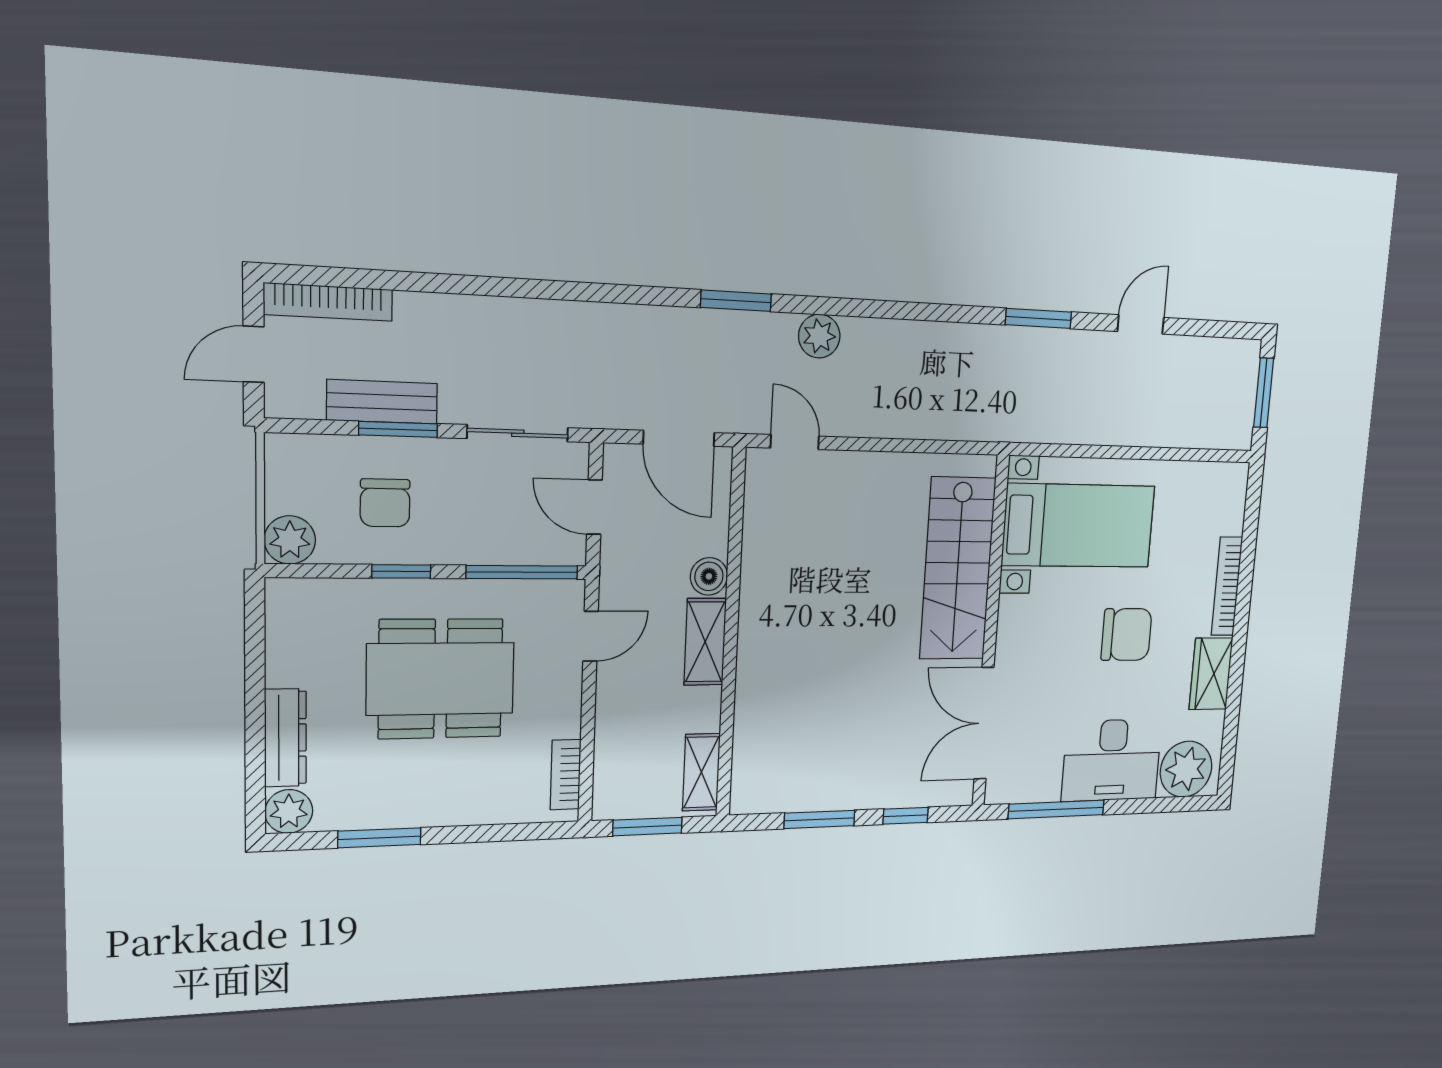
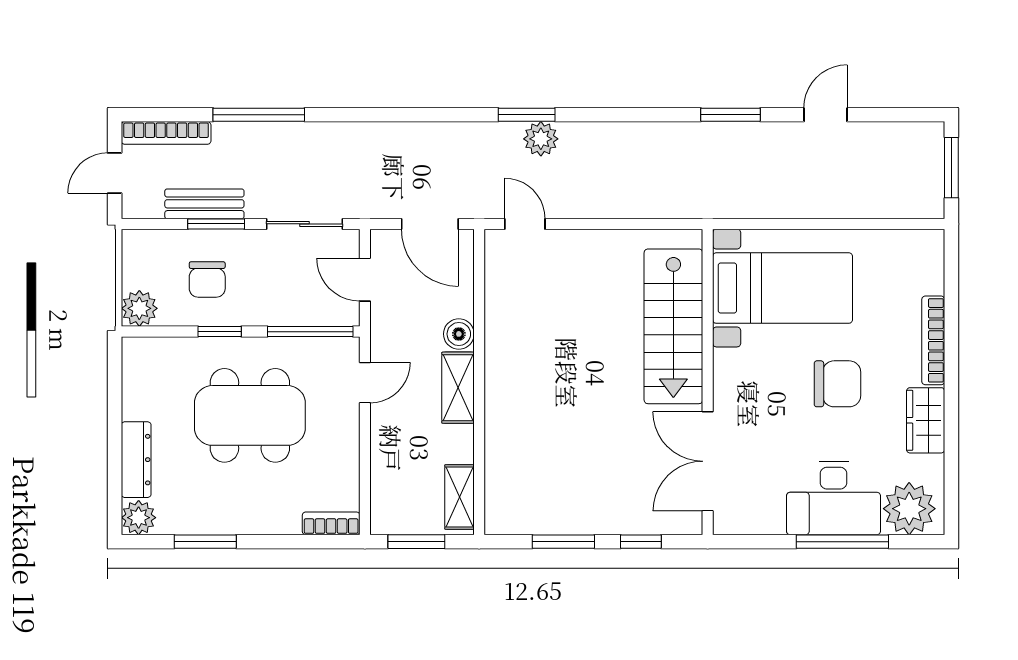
window: (459, 284) -> (259, 115), added
window: (736, 301) -> (527, 115), moved
bookcase: (566, 775) -> (331, 523), moved, turned 90
window: (1056, 809) -> (842, 542), moved

